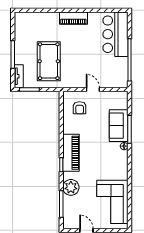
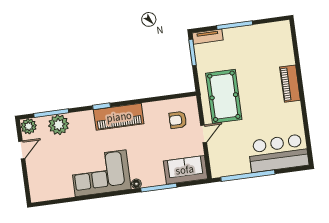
piano: (73, 18) -> (290, 84), moved
pool table: (49, 61) -> (224, 96), moved, turned 90
sofa: (119, 126) -> (185, 170), moved
plant: (71, 187) -> (59, 125), moved
corner sofa: (112, 202) -> (101, 173), moved
plant: (69, 223) -> (29, 126), added

